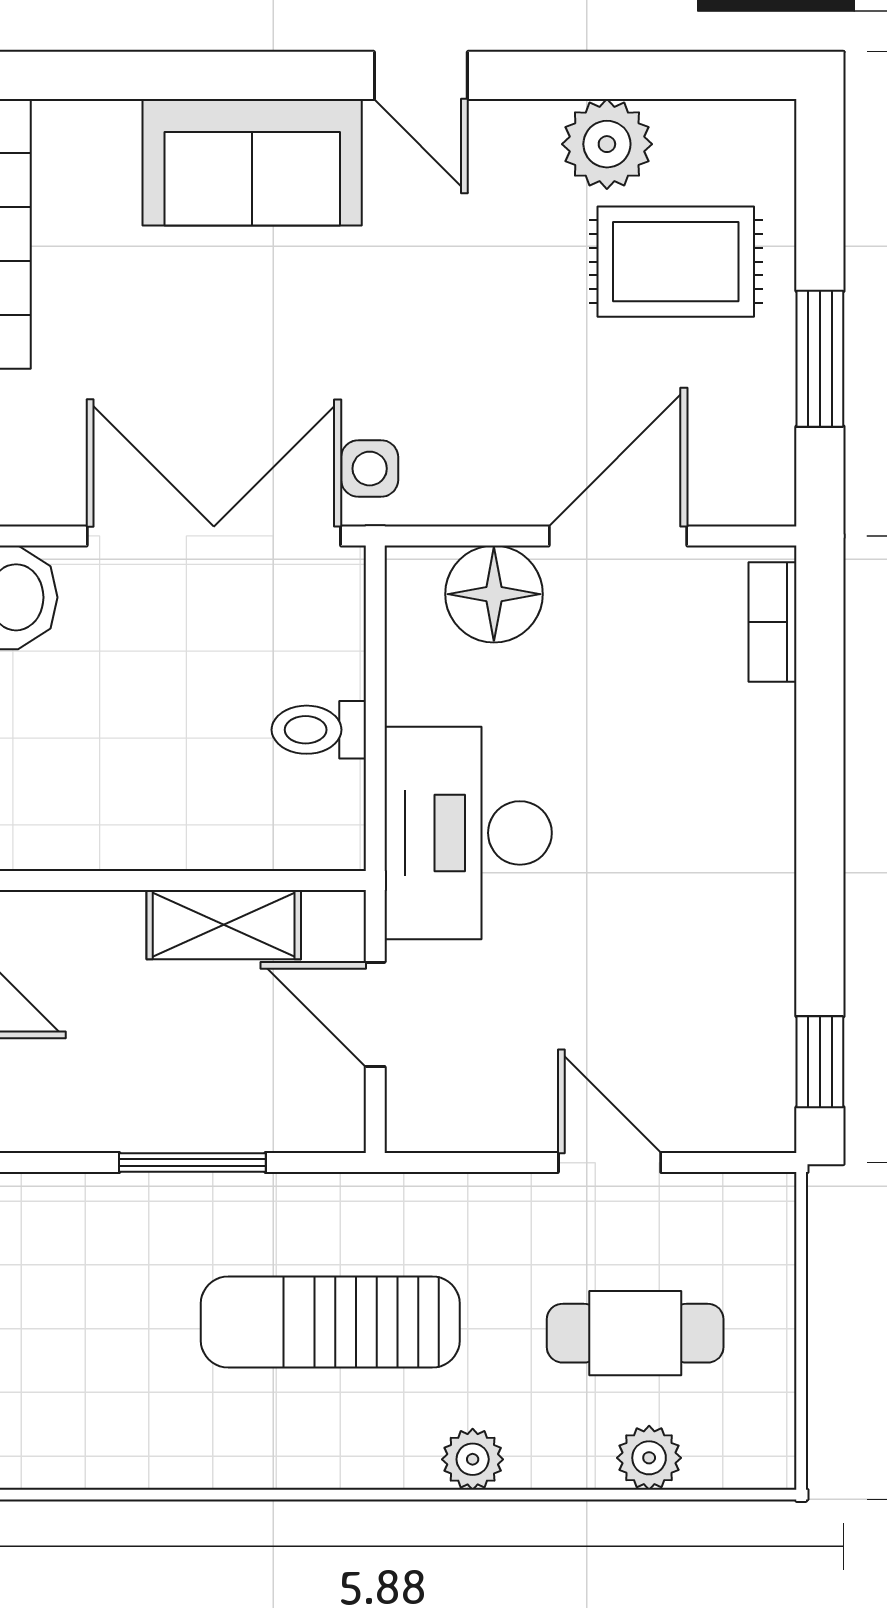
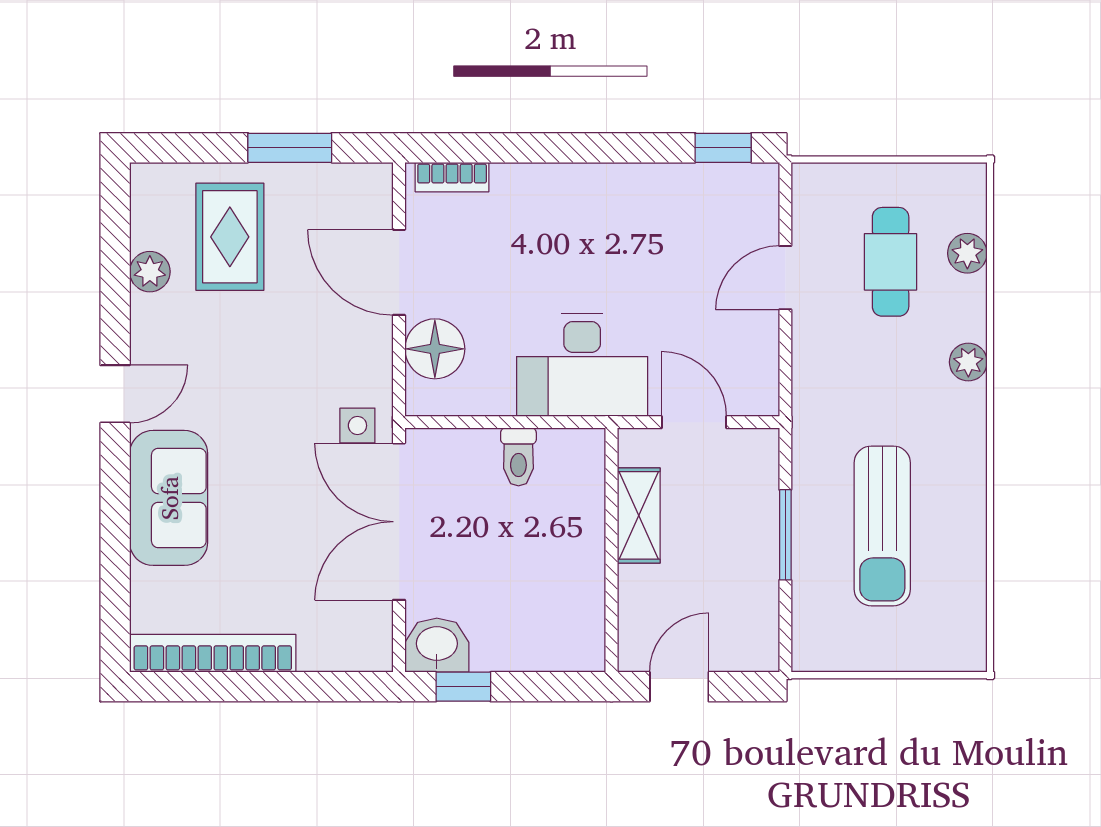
plant: (607, 144) -> (150, 272), width x0.73, depth x0.73
door: (375, 1014) -> (694, 422), swing flipped
sun lounger: (330, 1322) -> (882, 526), moved

